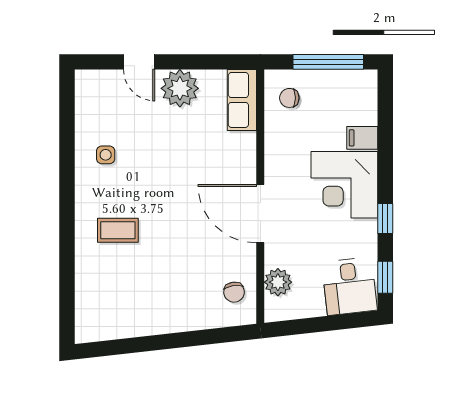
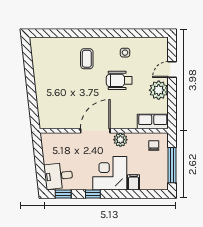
wheelchair: (161, 166) -> (119, 80), added
plant: (278, 282) -> (120, 140), moved
chair: (234, 292) -> (56, 118), removed

